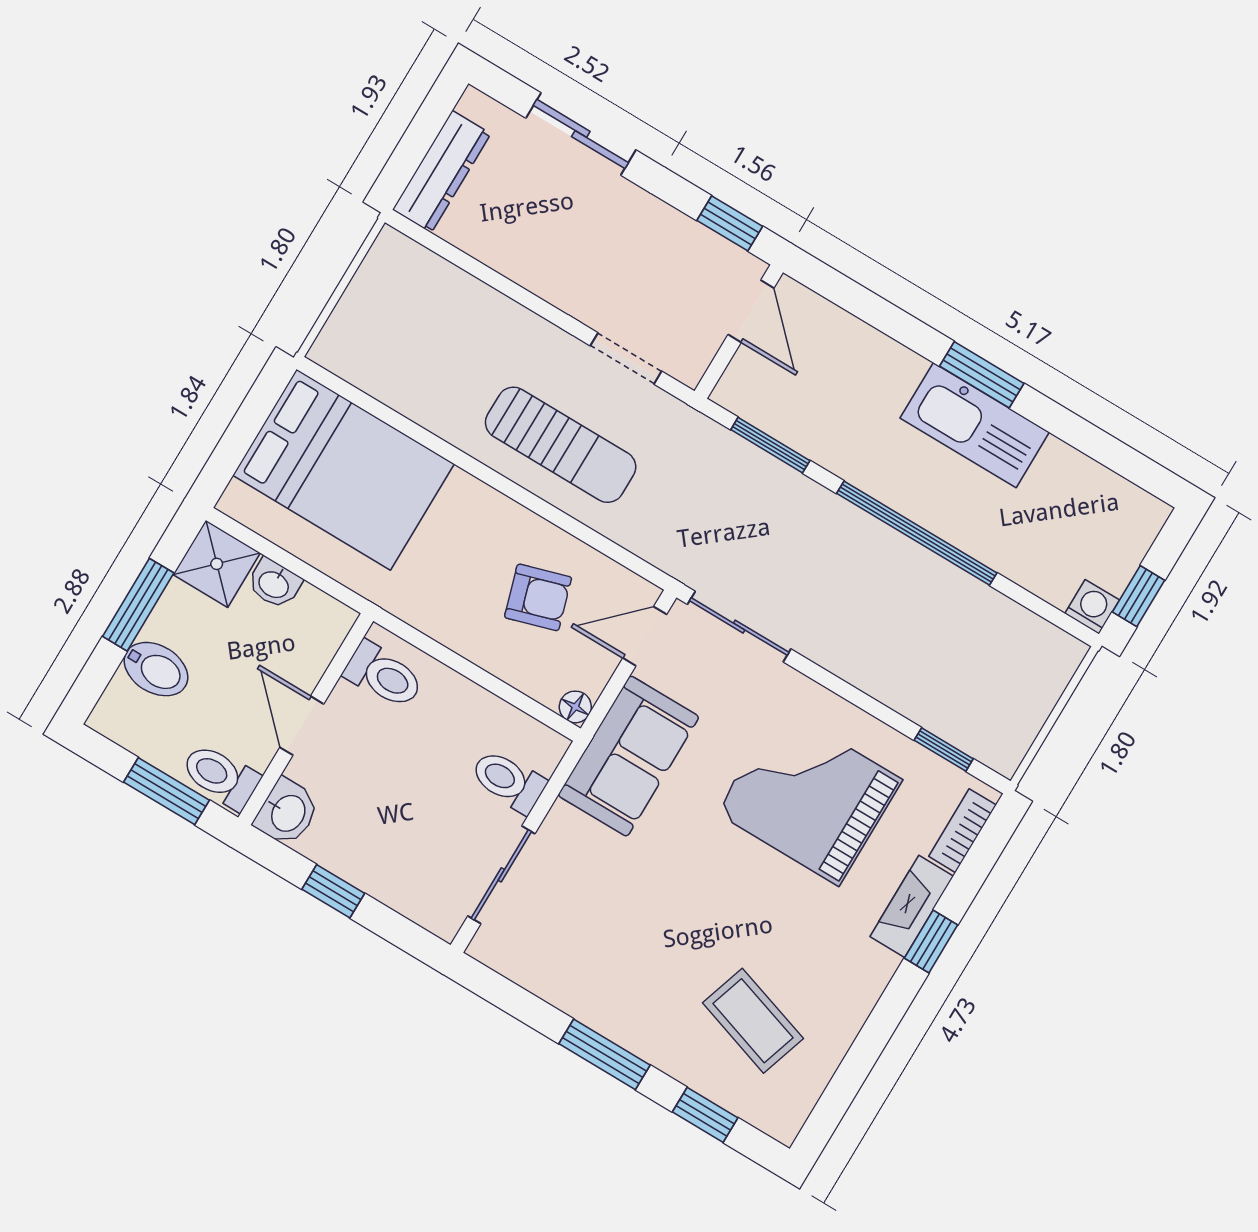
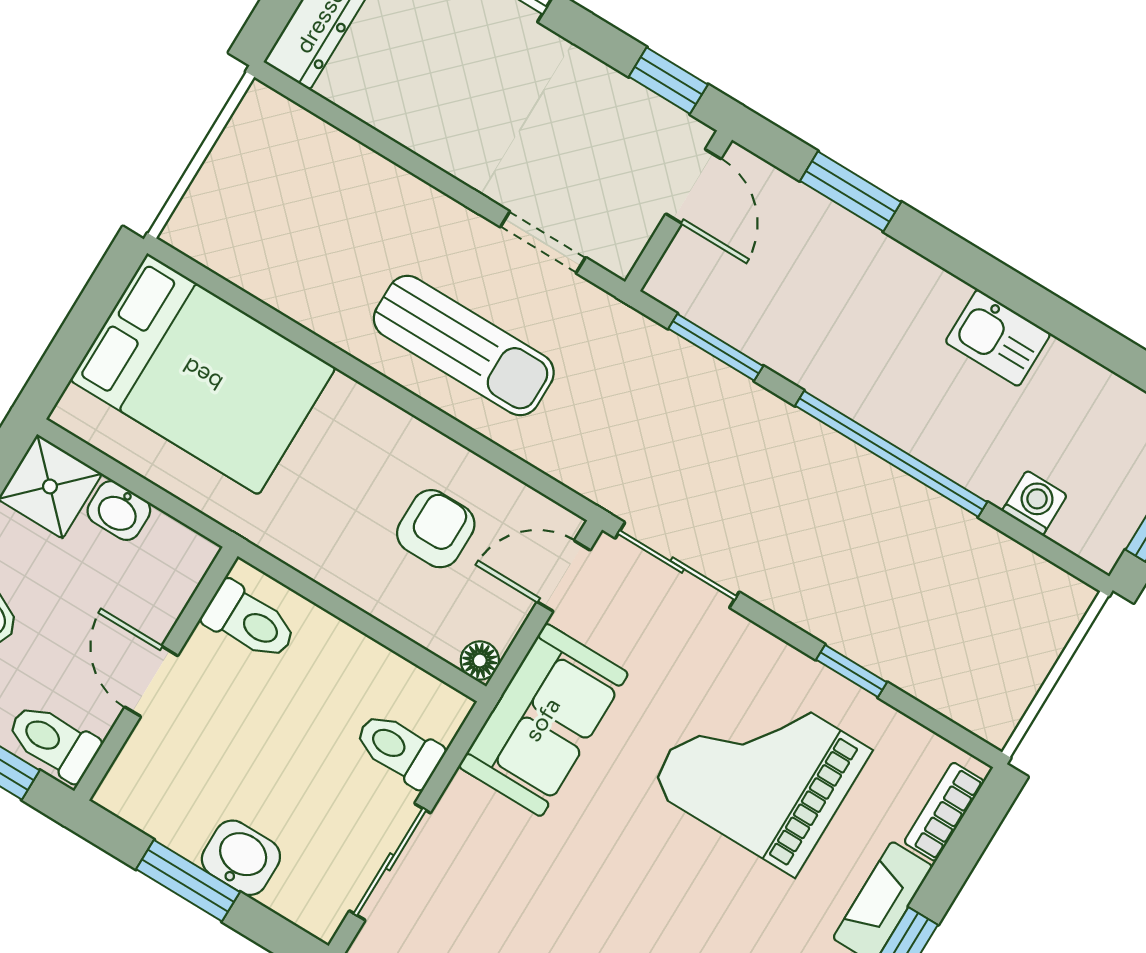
window: (982, 375) -> (851, 191), moved
kitchen sink: (975, 425) -> (998, 338), width x0.53, depth x0.81
armchair: (538, 597) -> (436, 529), turned -73
washing machine: (1092, 607) -> (1035, 503), moved
window: (944, 749) -> (852, 671), moved
washbasin: (287, 813) -> (241, 858), moved, turned -90
window: (333, 891) -> (188, 881), width x1.50

